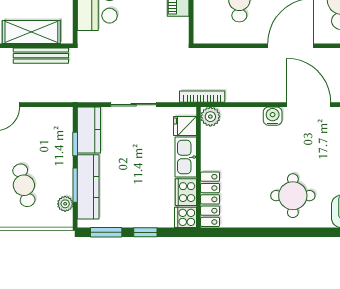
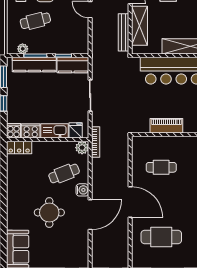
cafe table: (248, 143) -> (64, 174), added
round table: (293, 196) -> (49, 213), moved
locker: (210, 199) -> (19, 147), width x0.66

